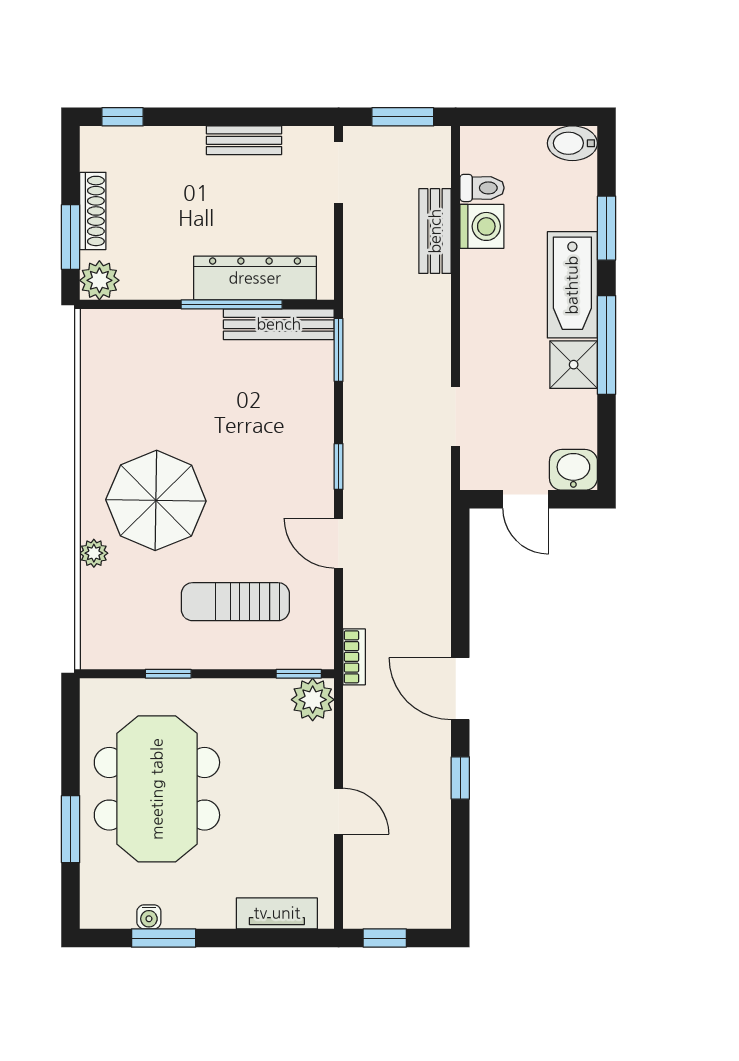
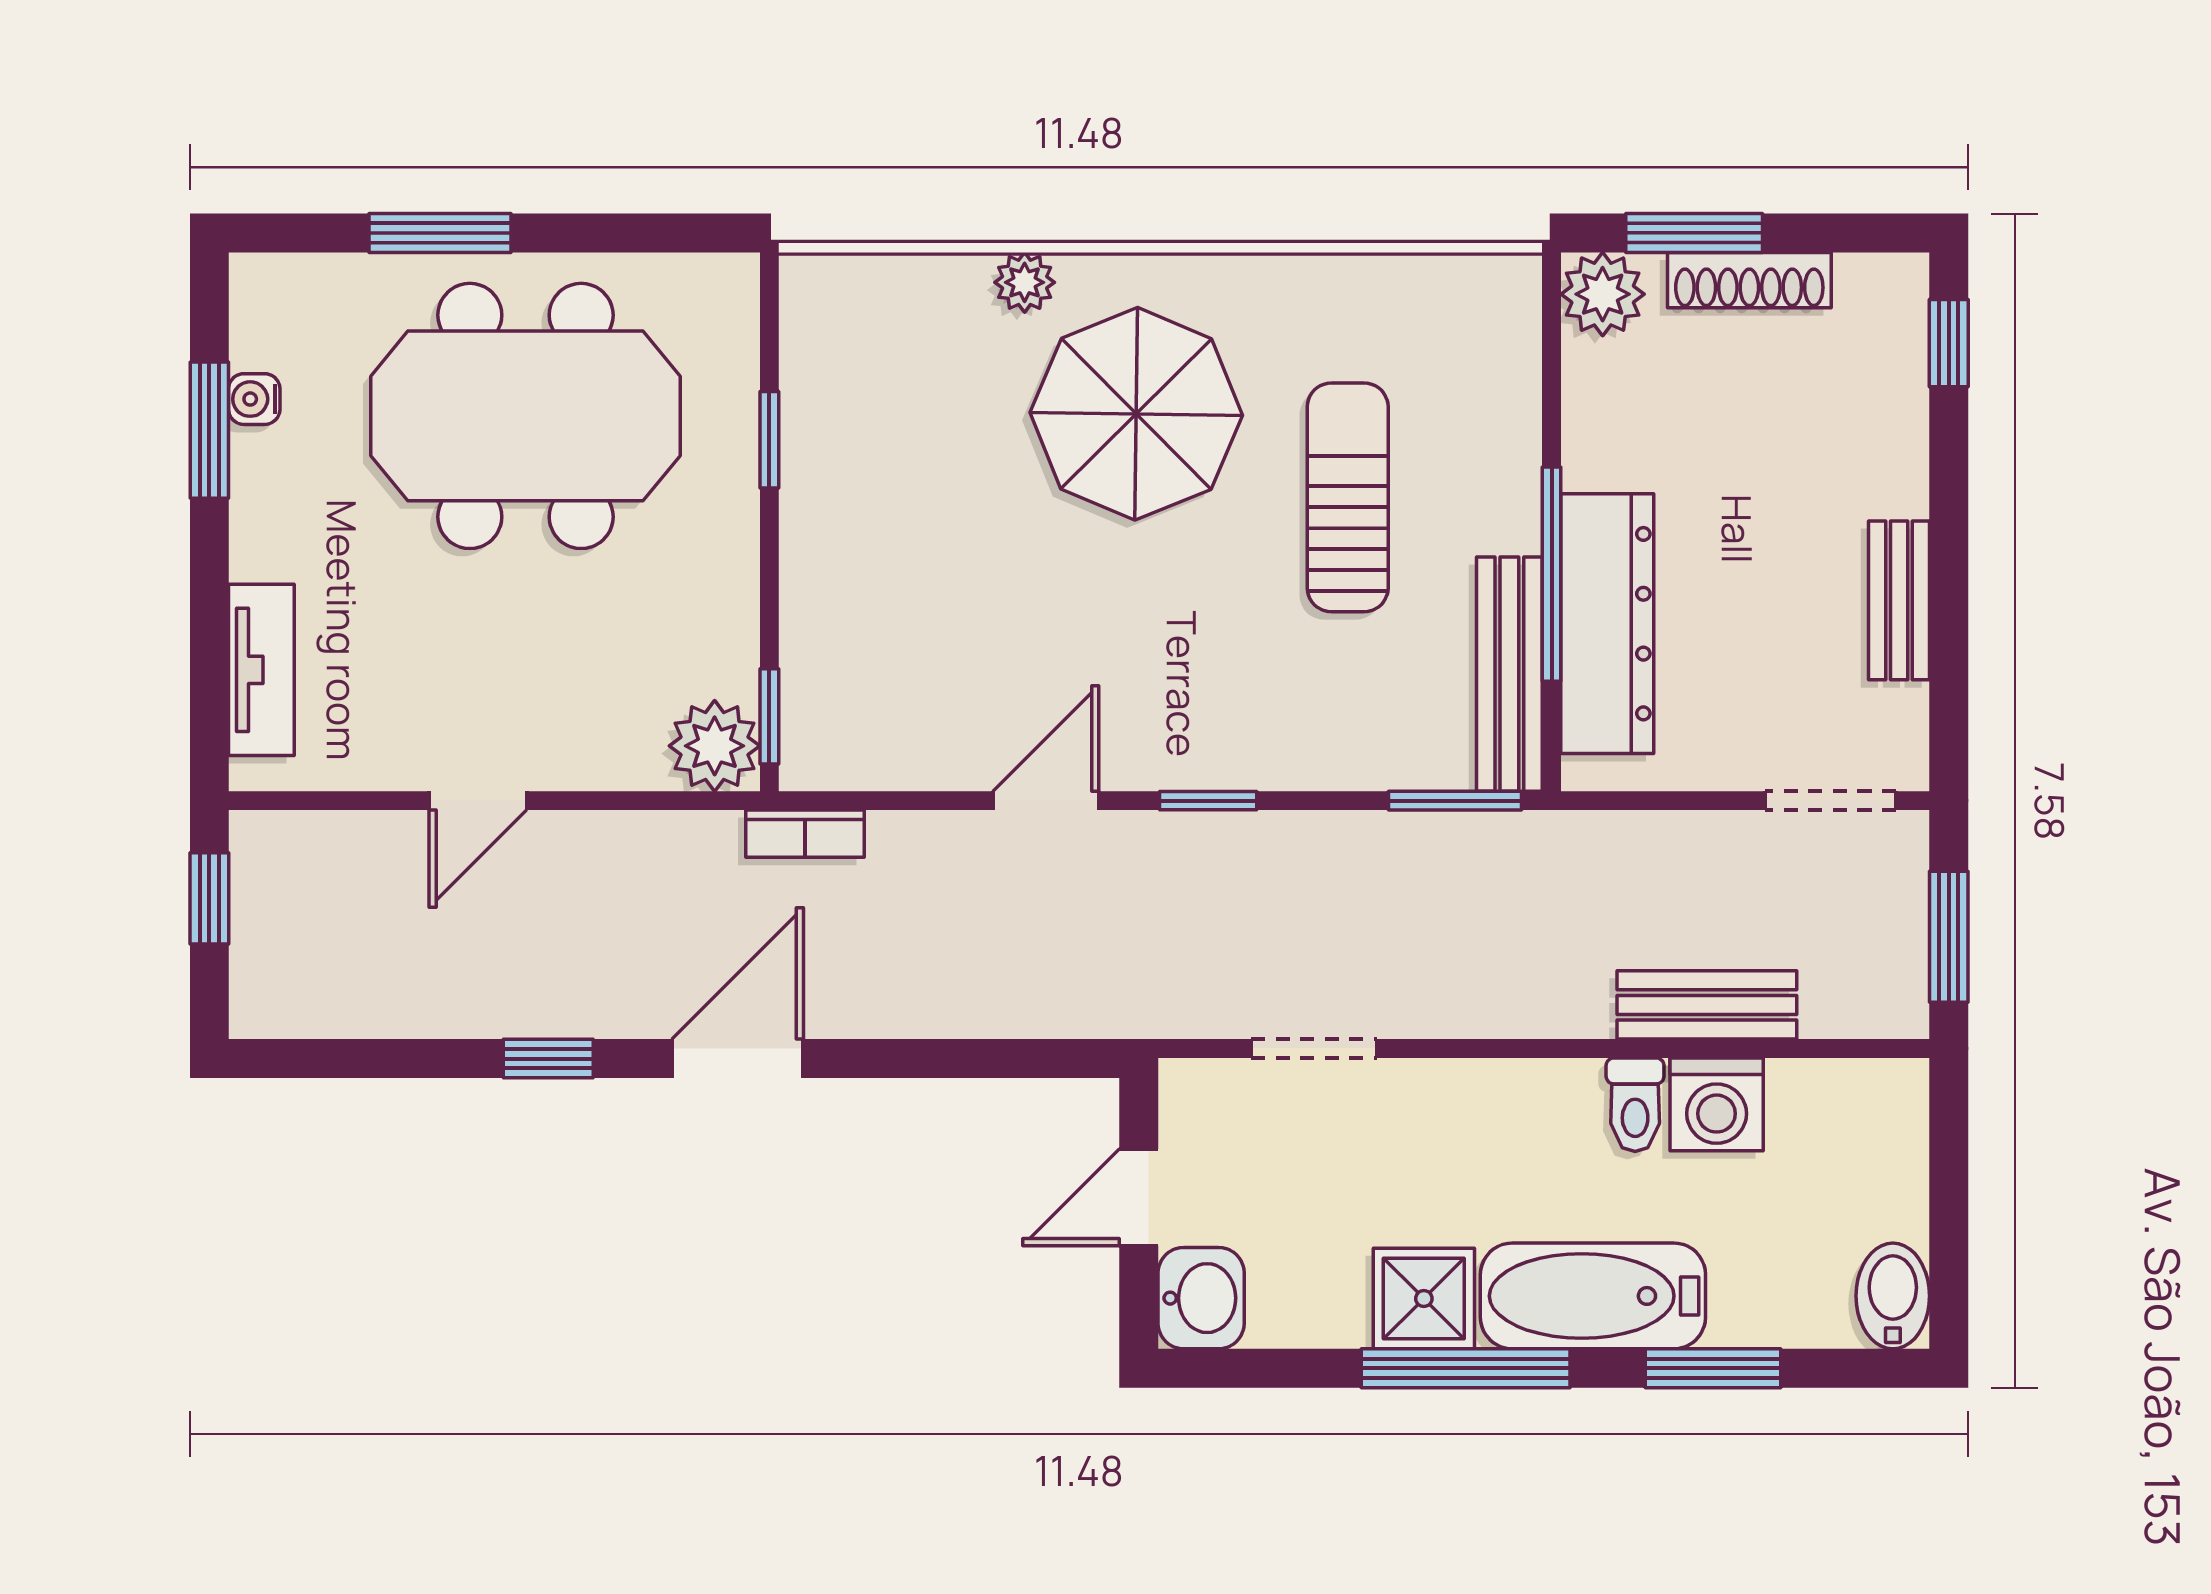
toilet: (482, 188) -> (1635, 1105), moved
sun lounger: (235, 602) -> (1348, 497), moved

